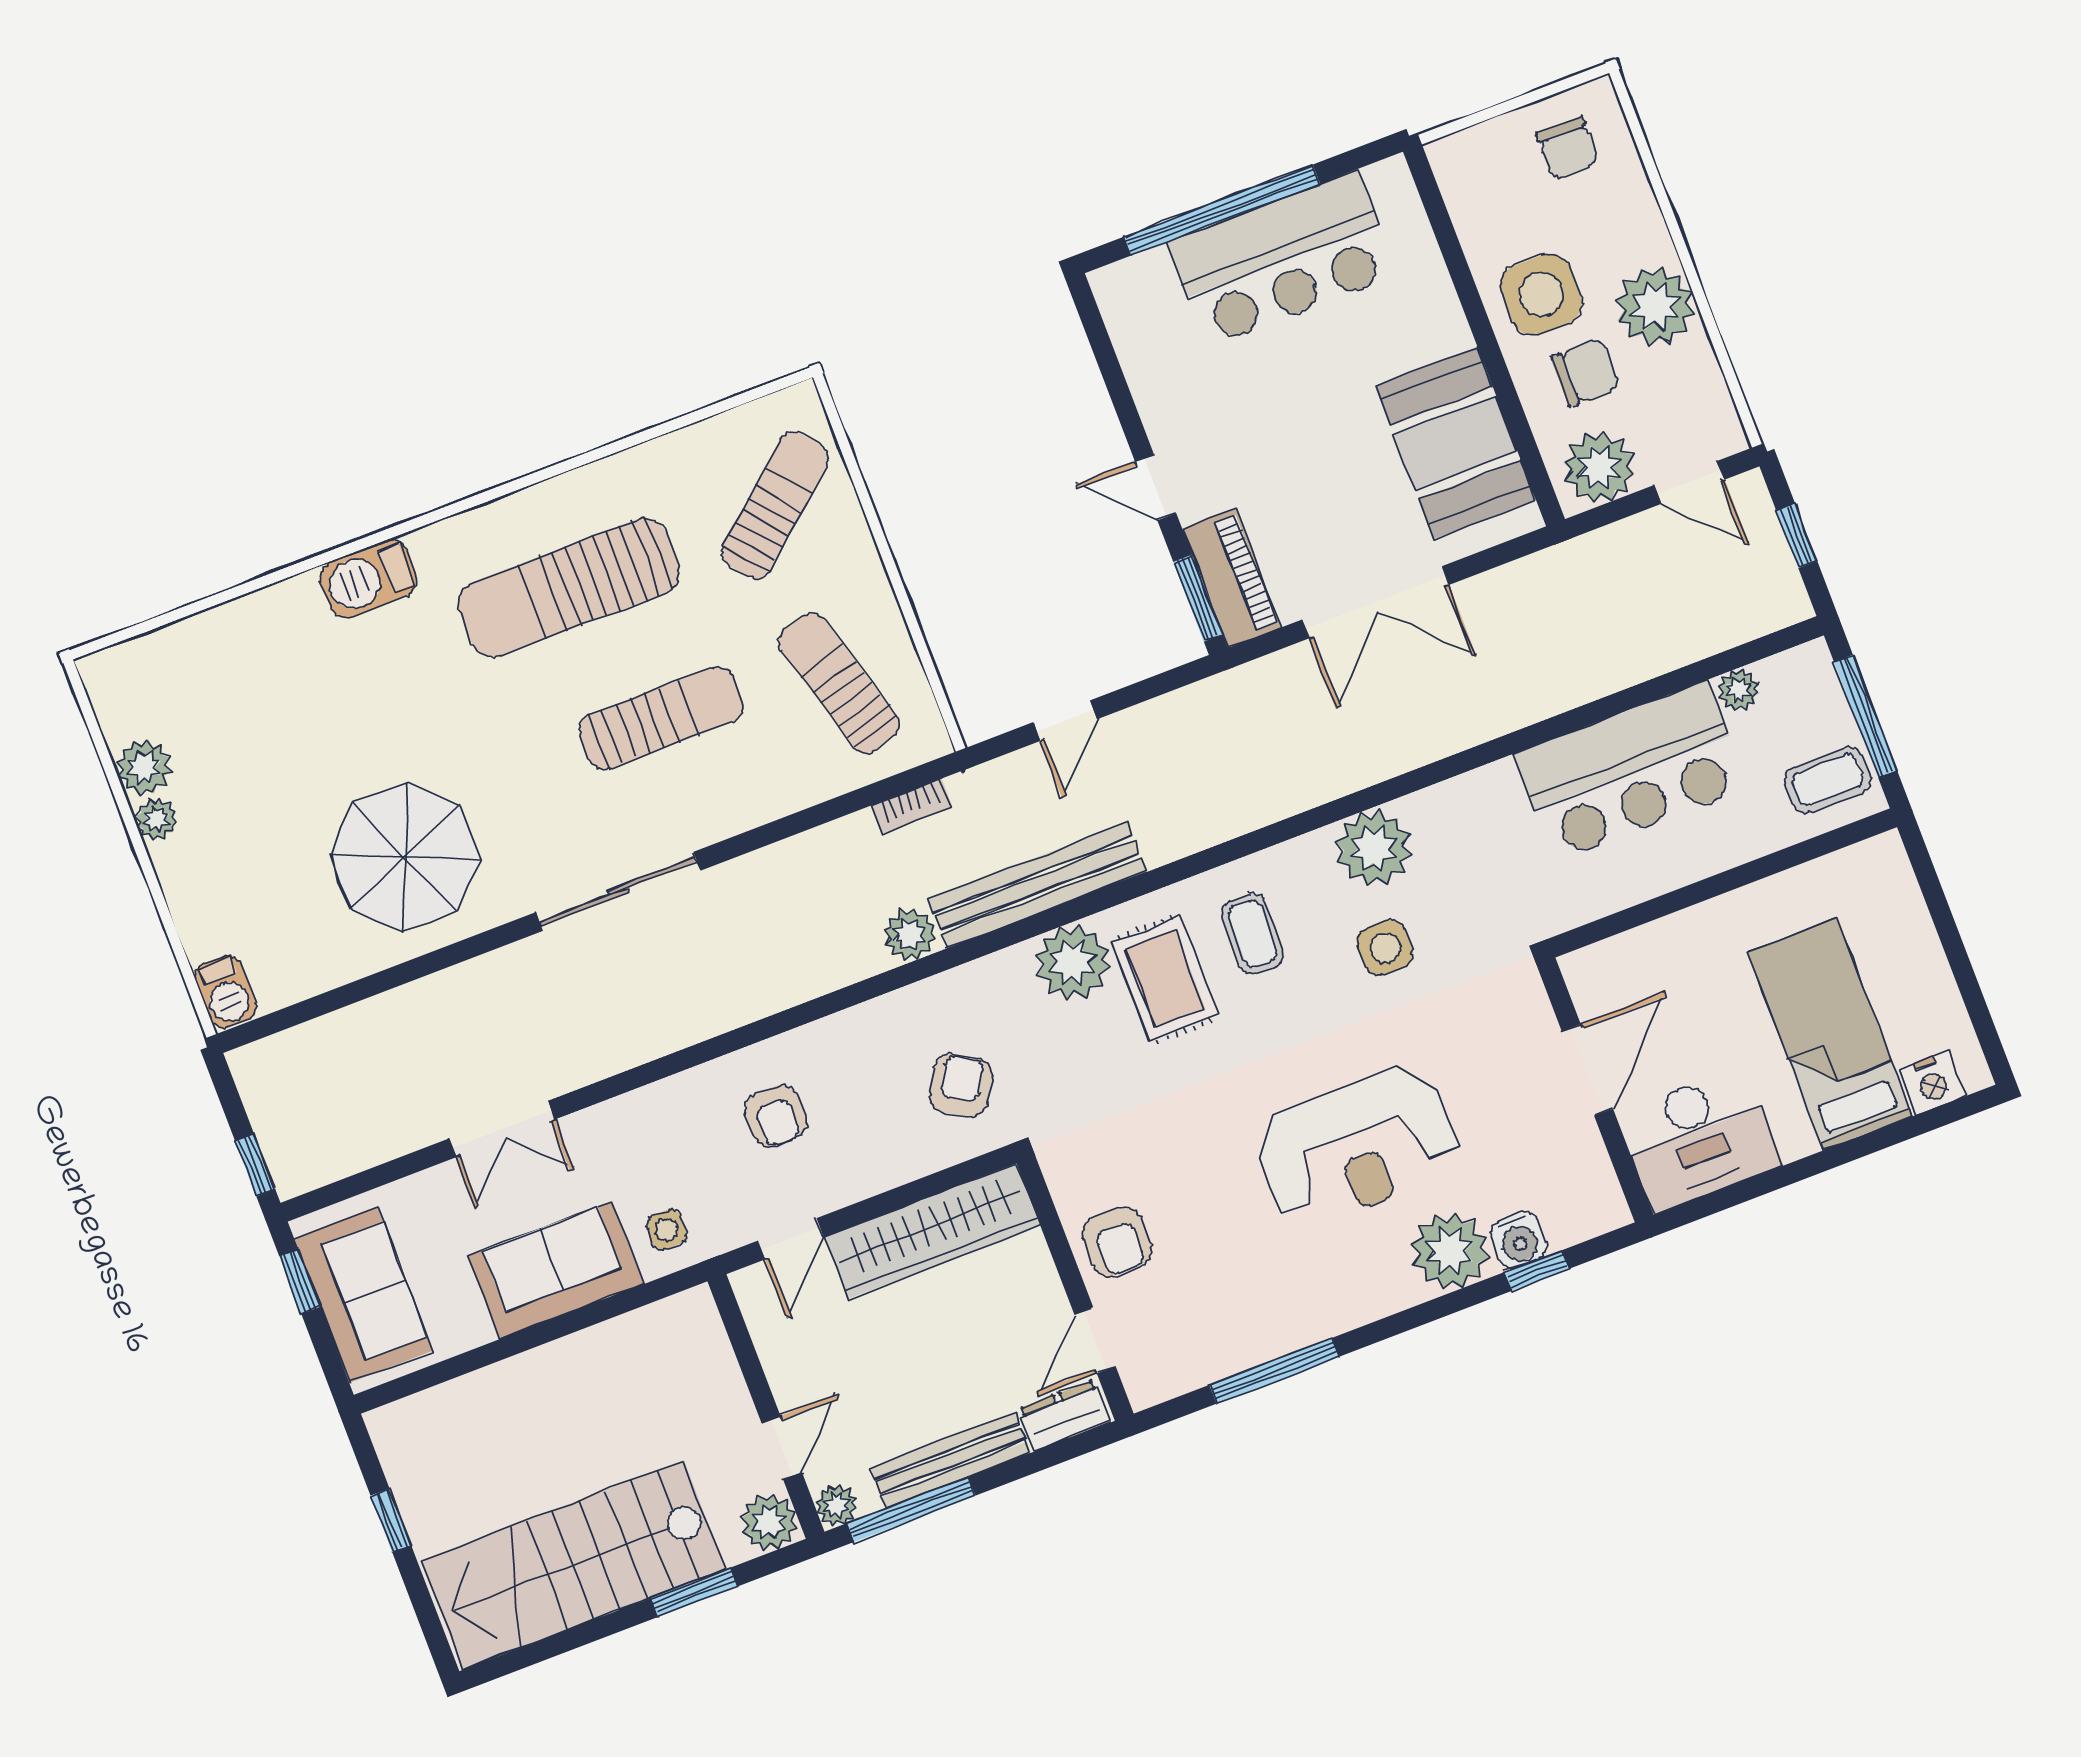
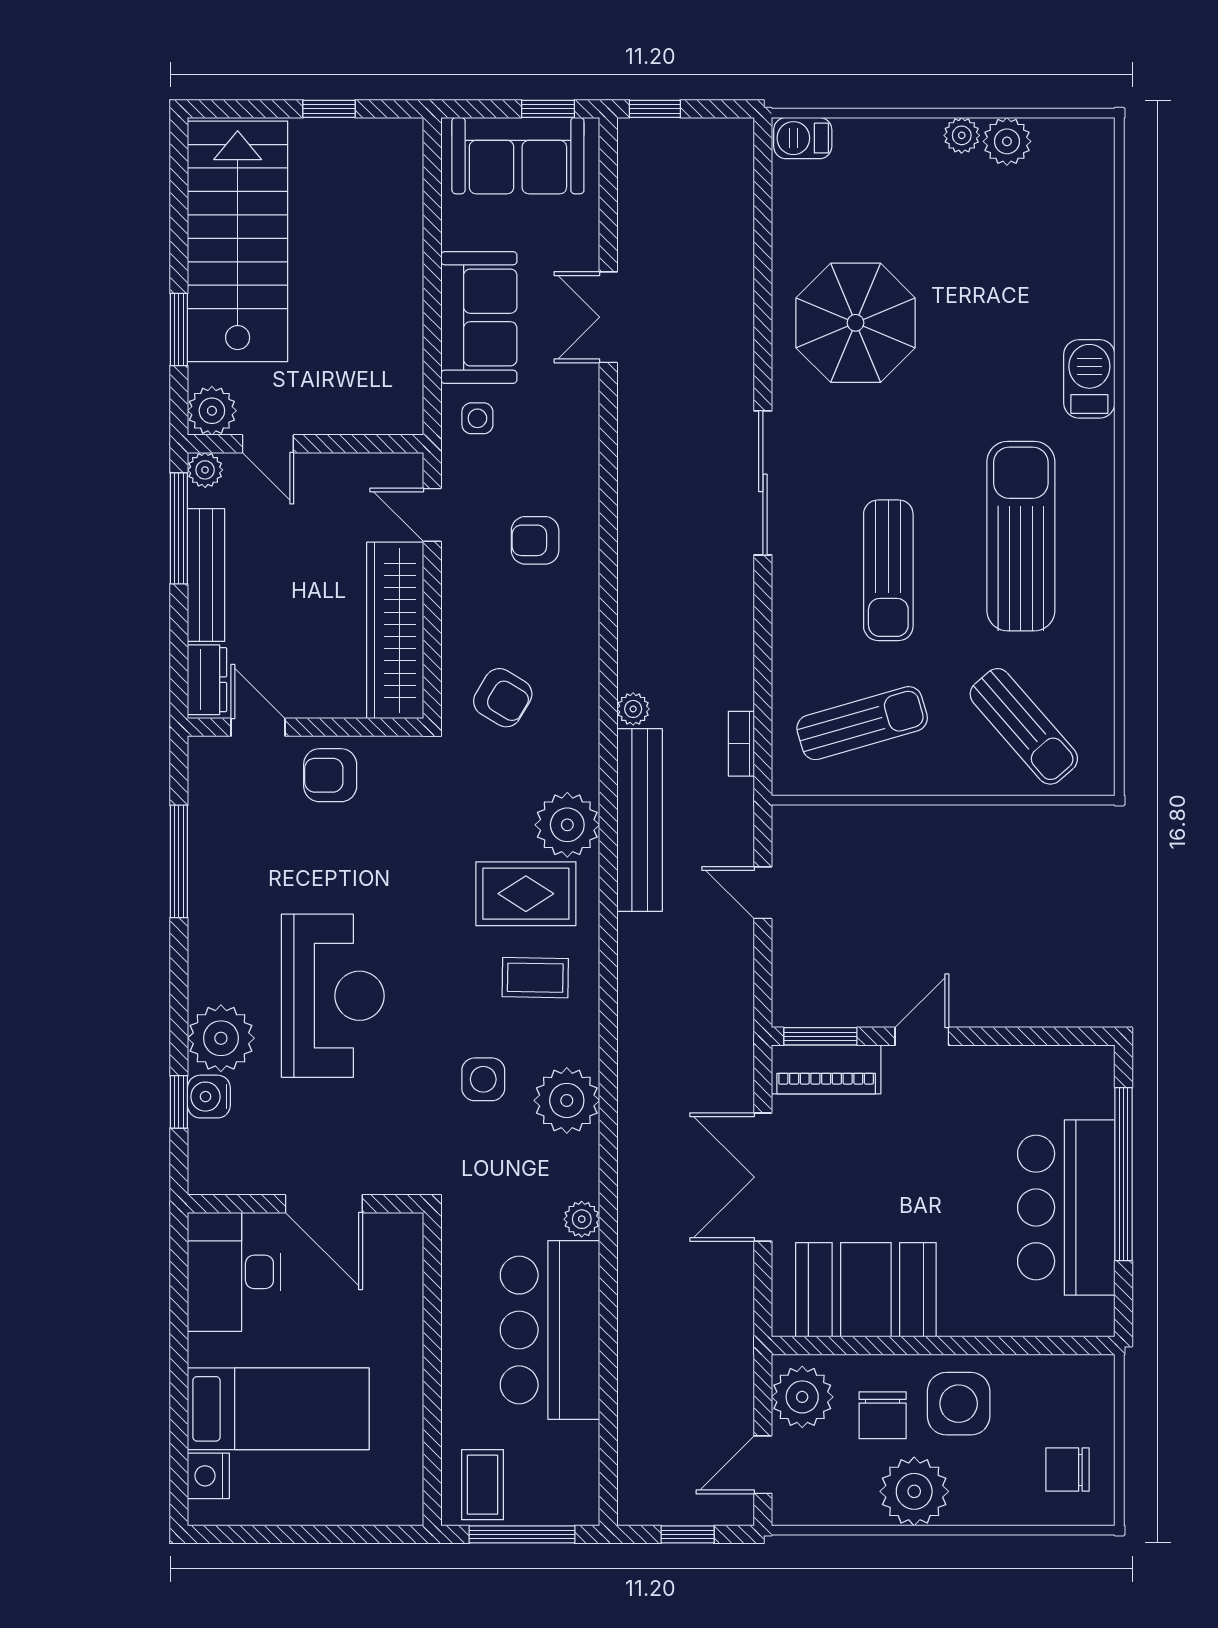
plant: (1739, 690) -> (582, 1219), moved
plant: (910, 935) -> (633, 709), width x0.73, depth x0.73
reception desk: (1357, 1147) -> (333, 996), turned 180

